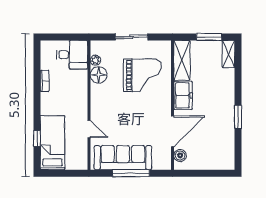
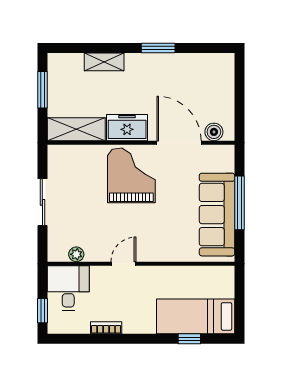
window: (57, 37) -> (42, 311), added
shelving: (228, 54) -> (104, 62), moved
floor lamp: (99, 75) -> (97, 250), removed
grand piano: (143, 75) -> (131, 175), moved
door: (89, 129) -> (124, 264), moved

